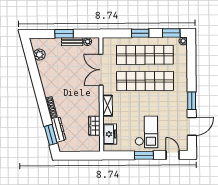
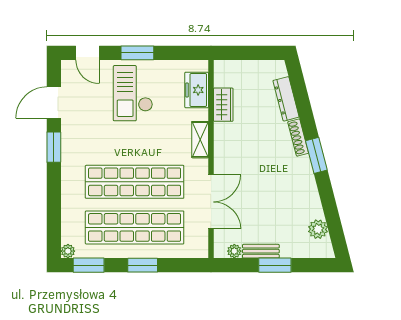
window: (51, 135) -> (316, 155), moved

